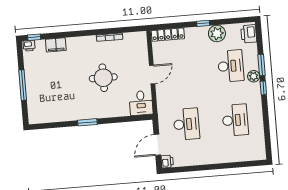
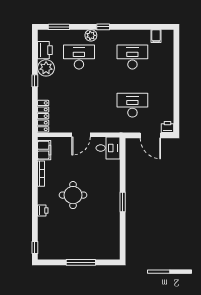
printer: (249, 34) -> (45, 50), moved, turned -90
filing cabinet: (56, 45) -> (44, 150), moved
printer: (29, 46) -> (43, 211), moved
window: (261, 65) -> (59, 27), moved
door: (152, 75) -> (81, 135), swing flipped
round table: (103, 78) -> (73, 195), moved
filing cabinet: (258, 142) -> (156, 36), added

